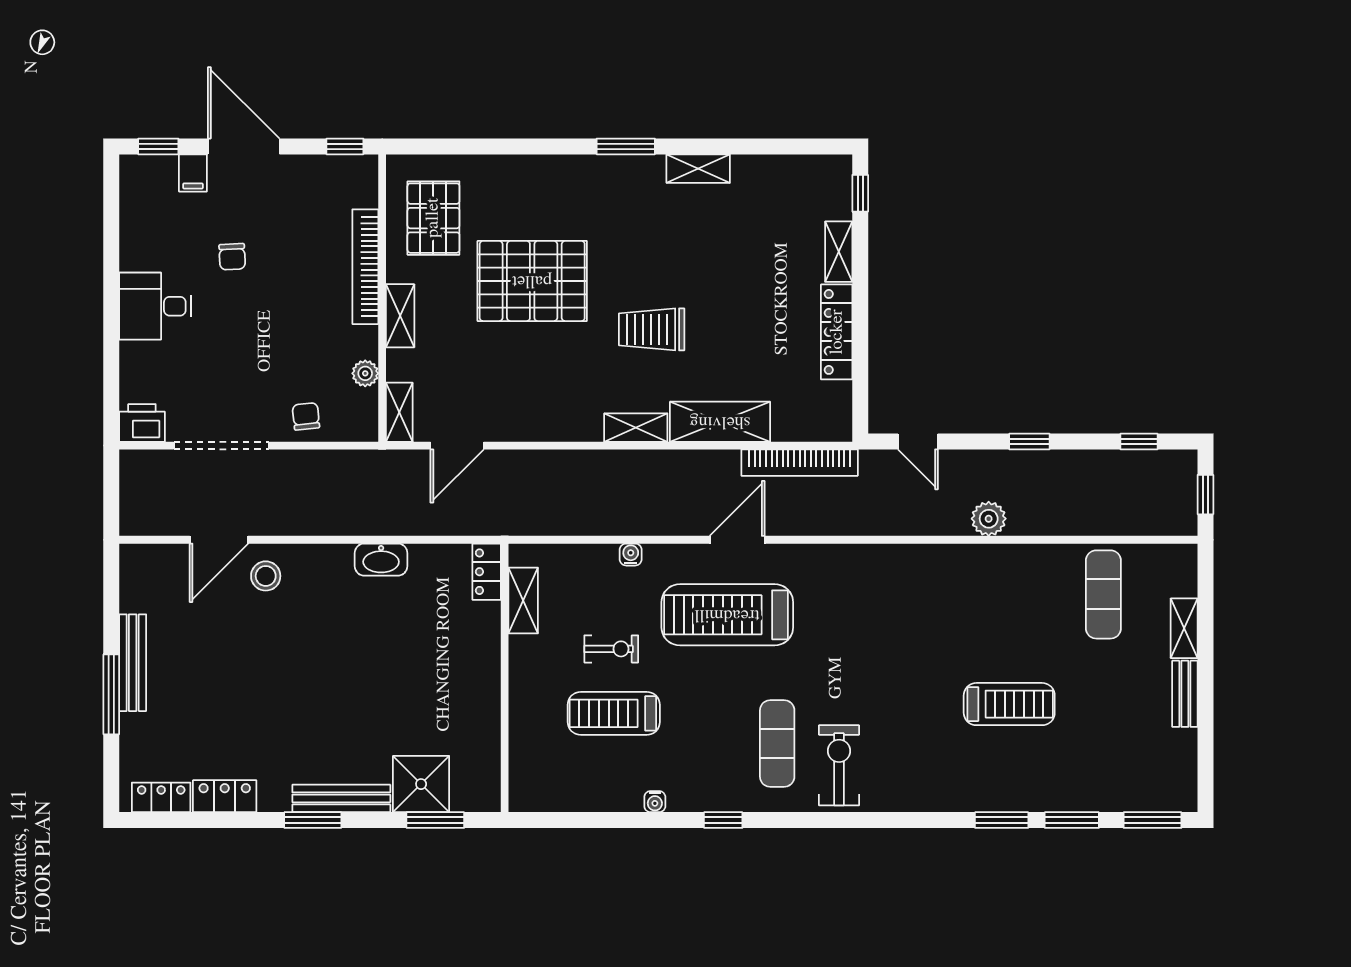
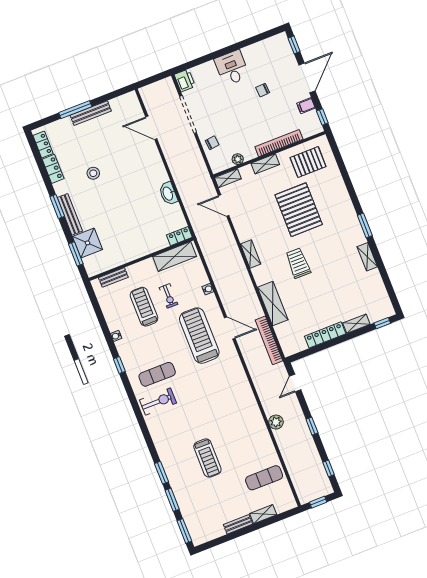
filing cabinet: (193, 173) -> (306, 106), moved
shelving: (636, 428) -> (251, 254), moved
stool: (266, 576) -> (93, 173), moved
shelving: (523, 601) -> (175, 256), width x1.50, depth x1.33
bench: (521, 756) -> (113, 277), added

